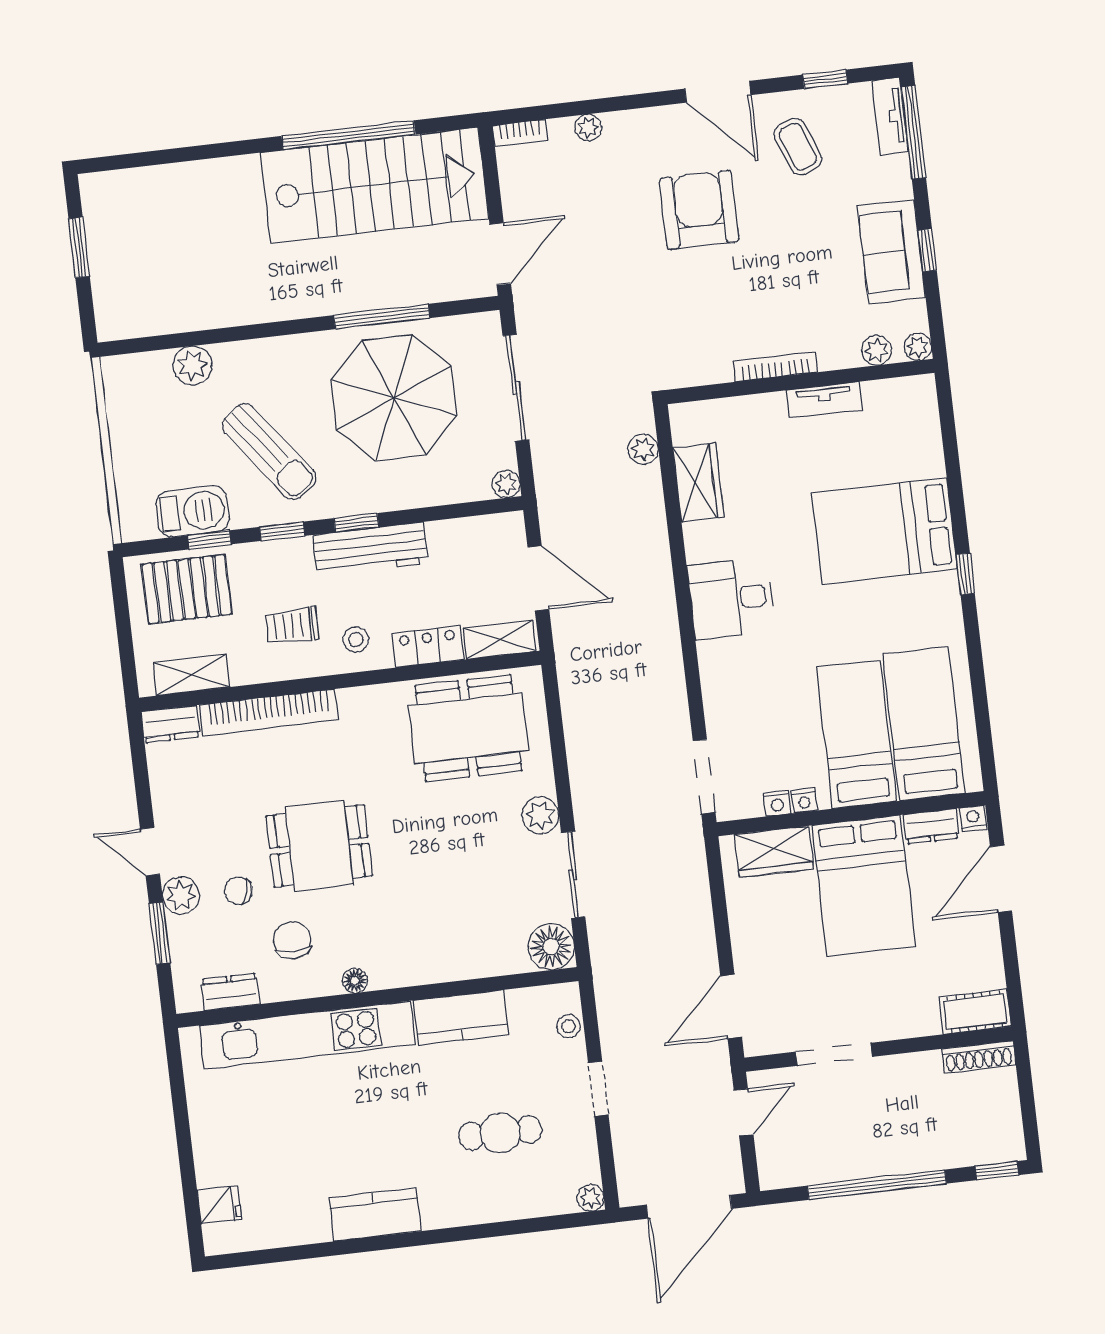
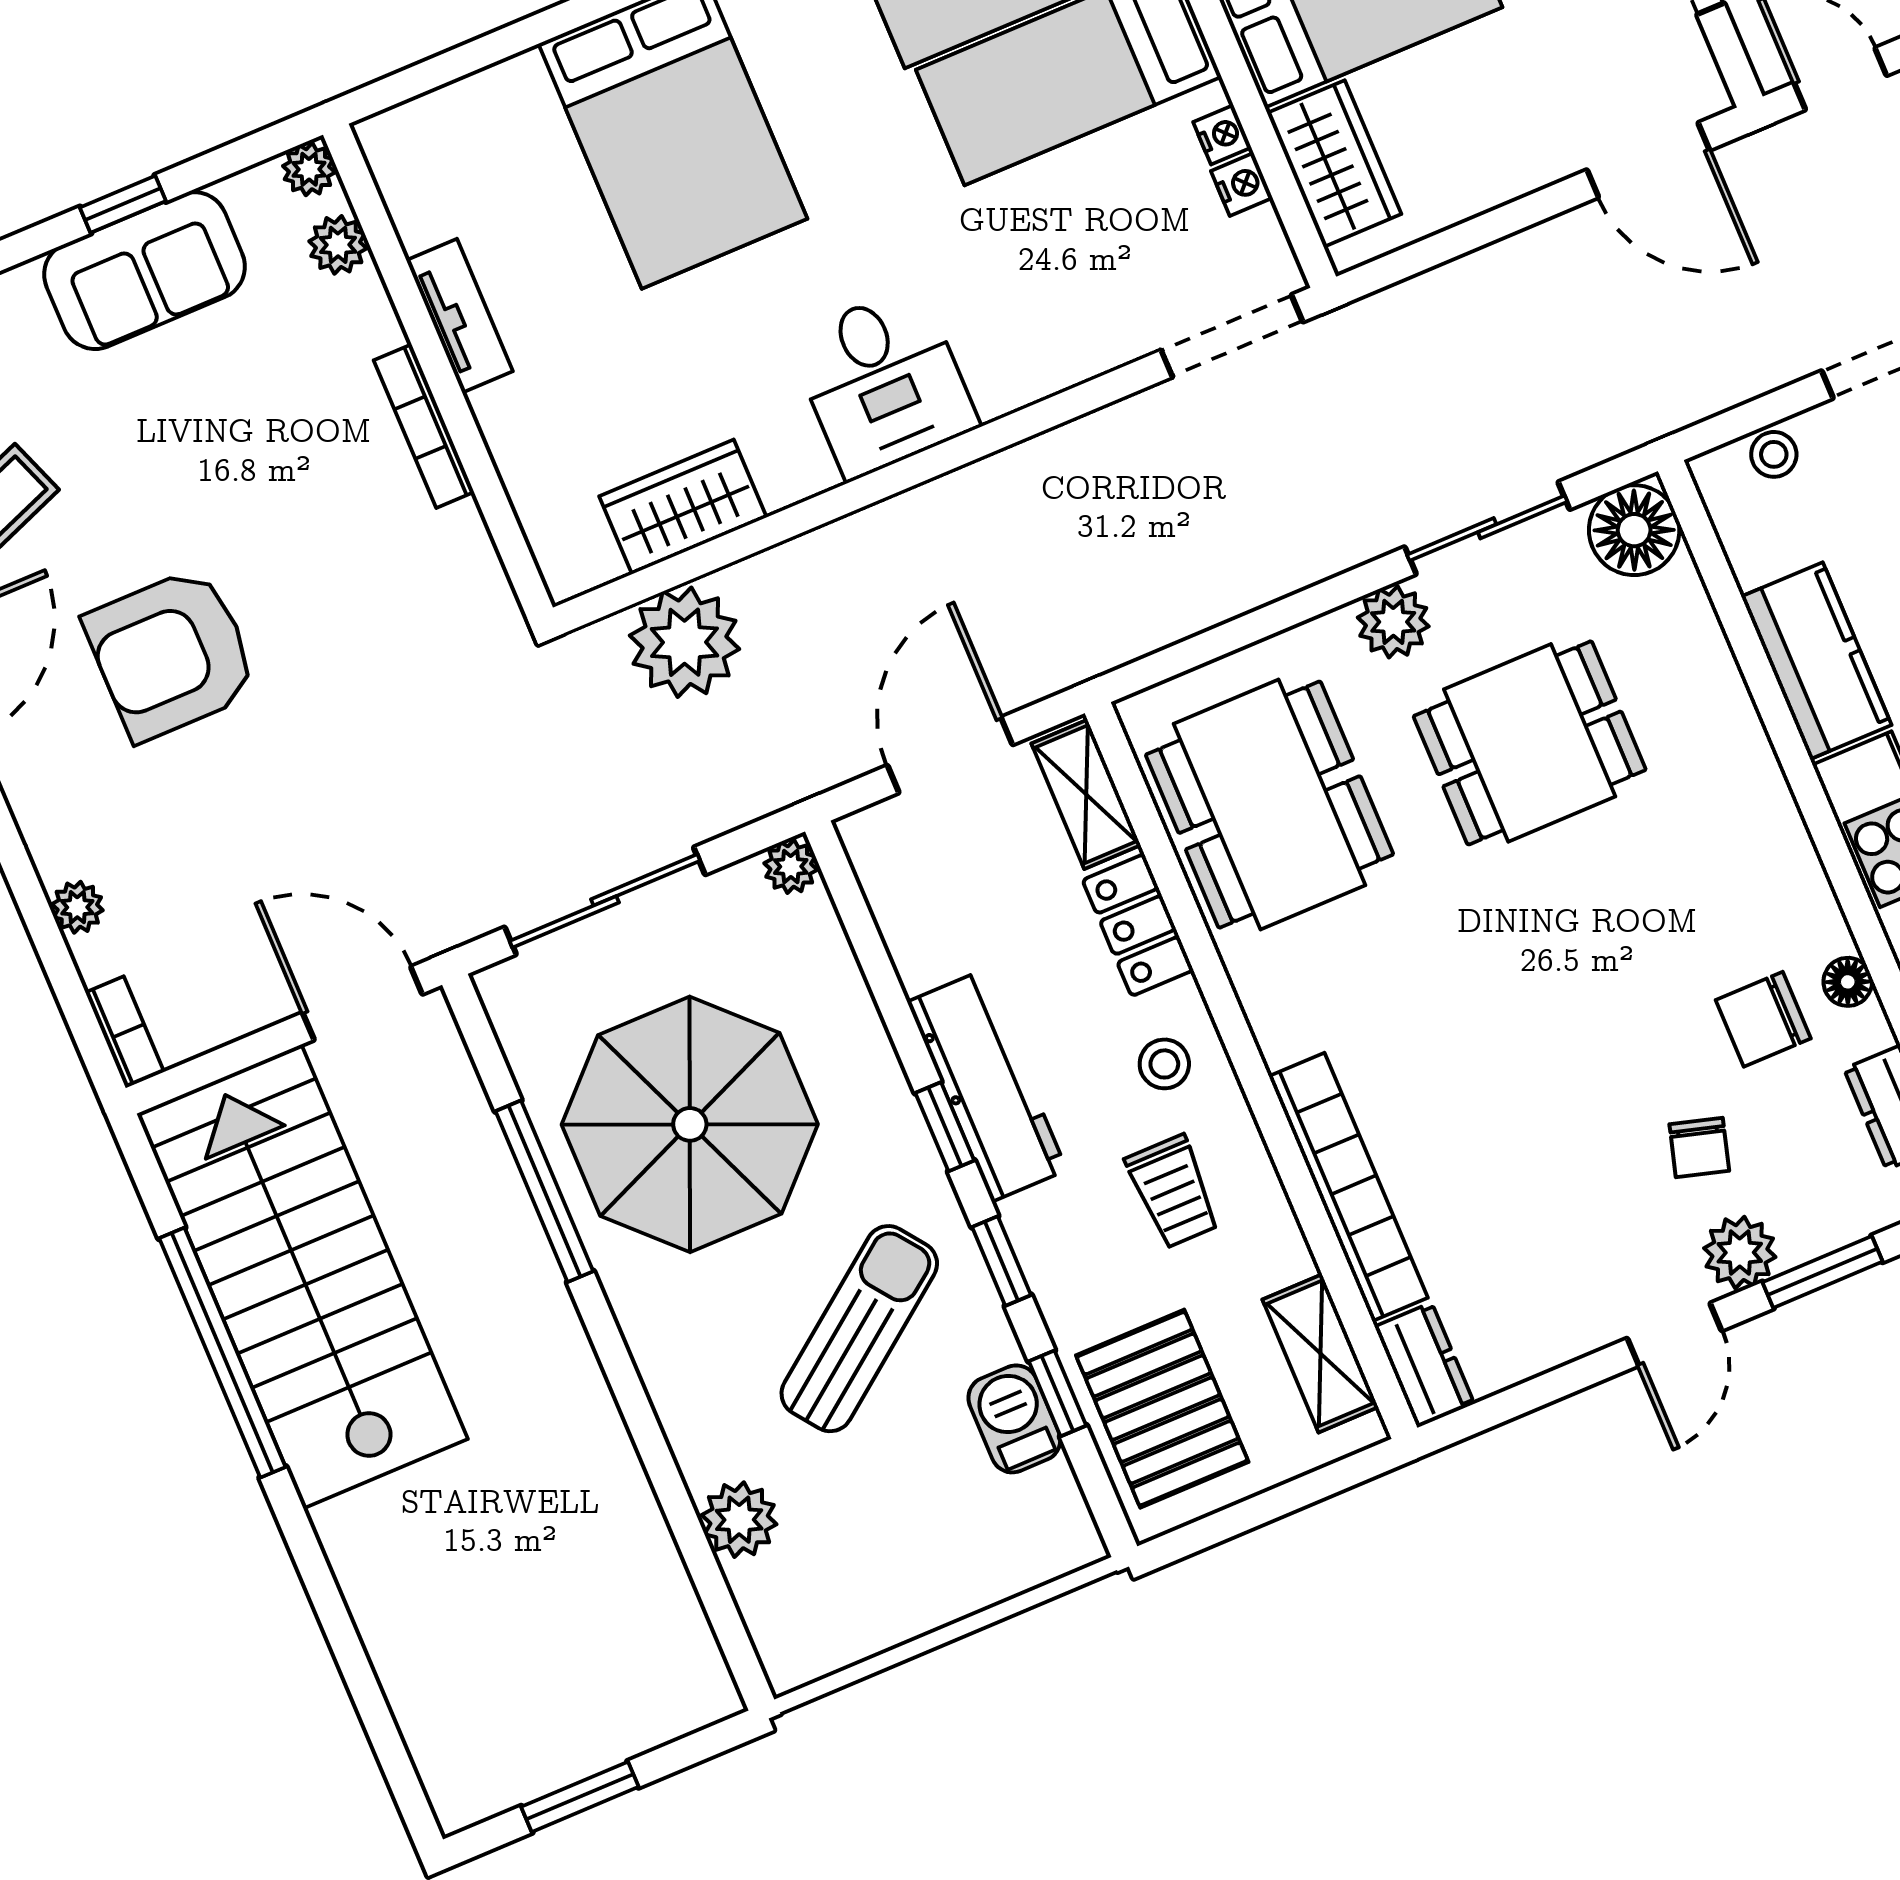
plant: (643, 449) -> (685, 642), width x1.88, depth x1.88
barbecue: (193, 511) -> (1014, 1419), width x0.73, depth x0.79
dining table: (319, 846) -> (1530, 743), moved, turned 90
floor lamp: (355, 981) -> (1848, 982), moved

